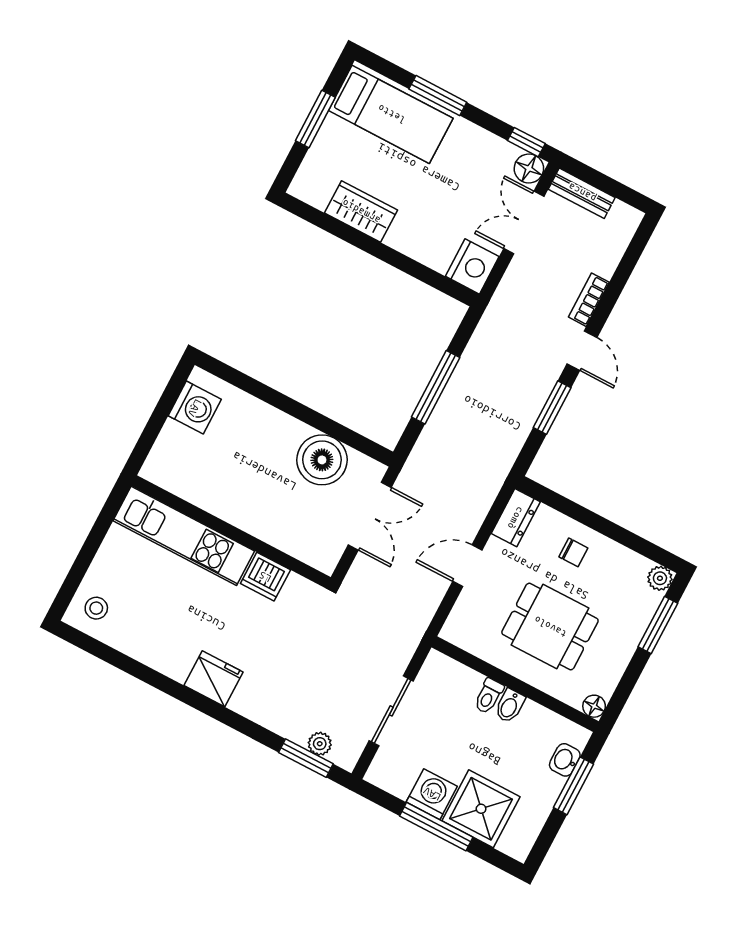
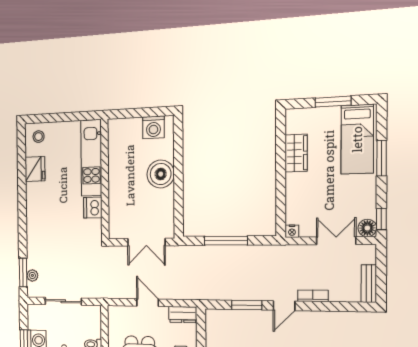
bench: (582, 193) -> (369, 284), moved
nightstand: (472, 266) -> (292, 231), width x0.53, depth x0.56
boiler: (322, 460) -> (161, 174), moved
fridge: (213, 679) -> (35, 169), moved

